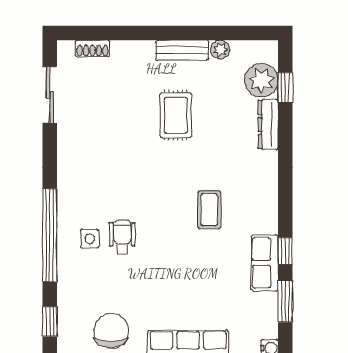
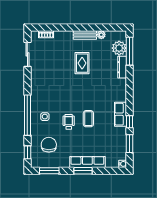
window: (285, 87) -> (129, 51), width x2.17
coffee table: (209, 210) -> (88, 119), moved
wheelchair: (122, 237) -> (69, 122), moved
row of seats: (265, 263) -> (121, 114), moved
chair: (111, 331) -> (49, 145), moved

